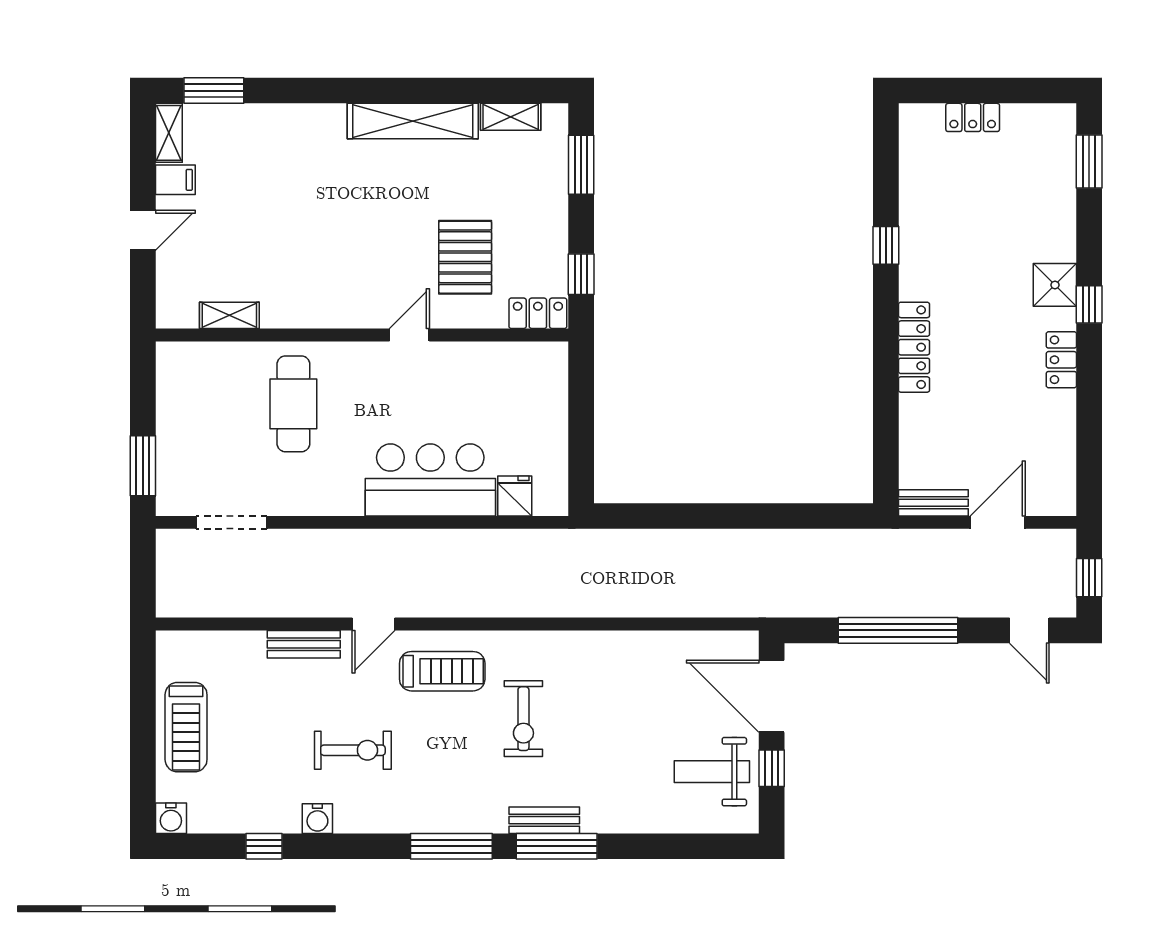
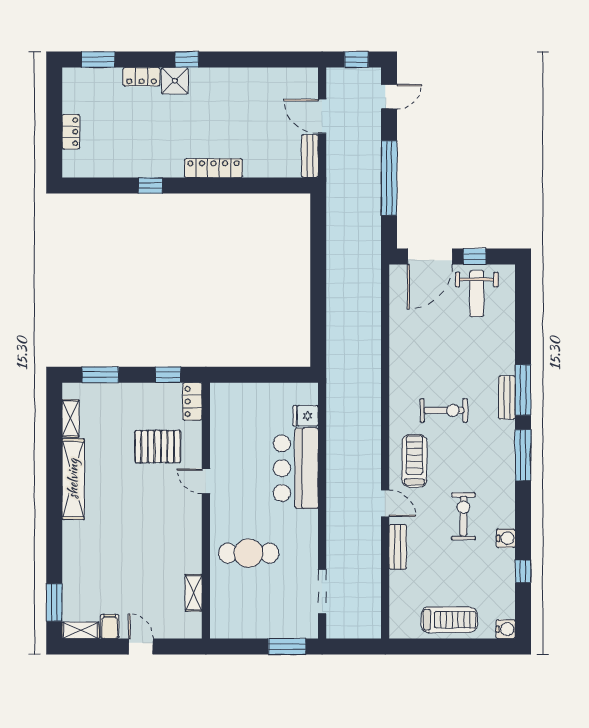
locker: (1061, 360) -> (141, 77), moved

